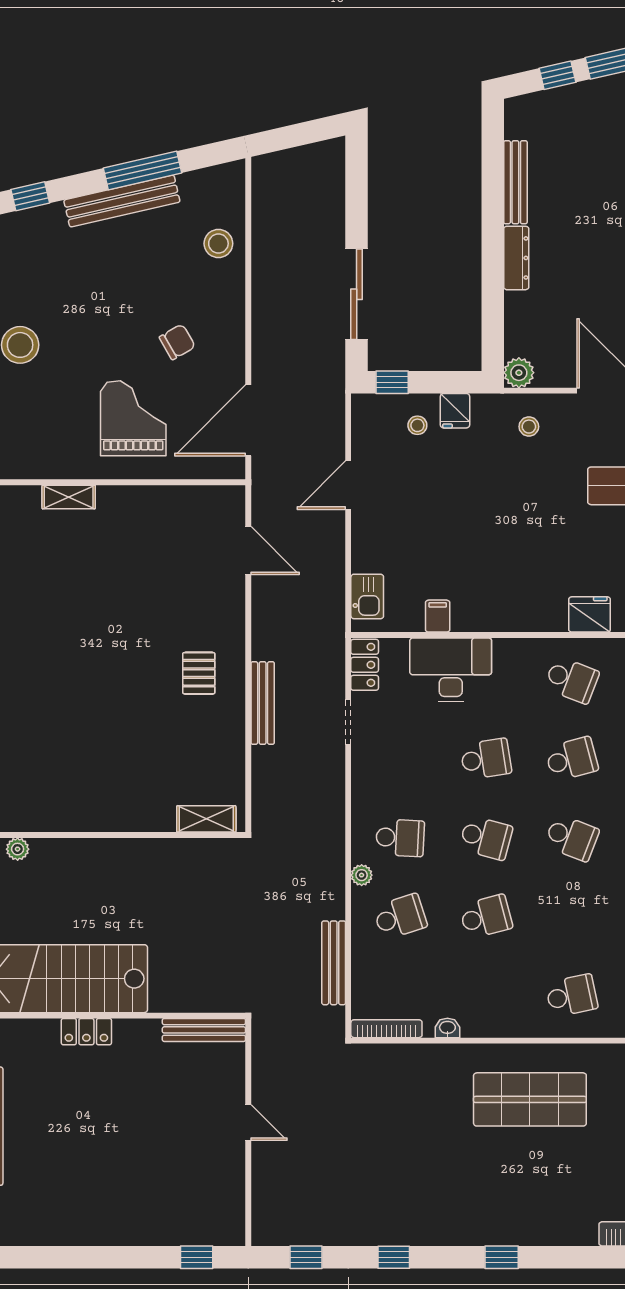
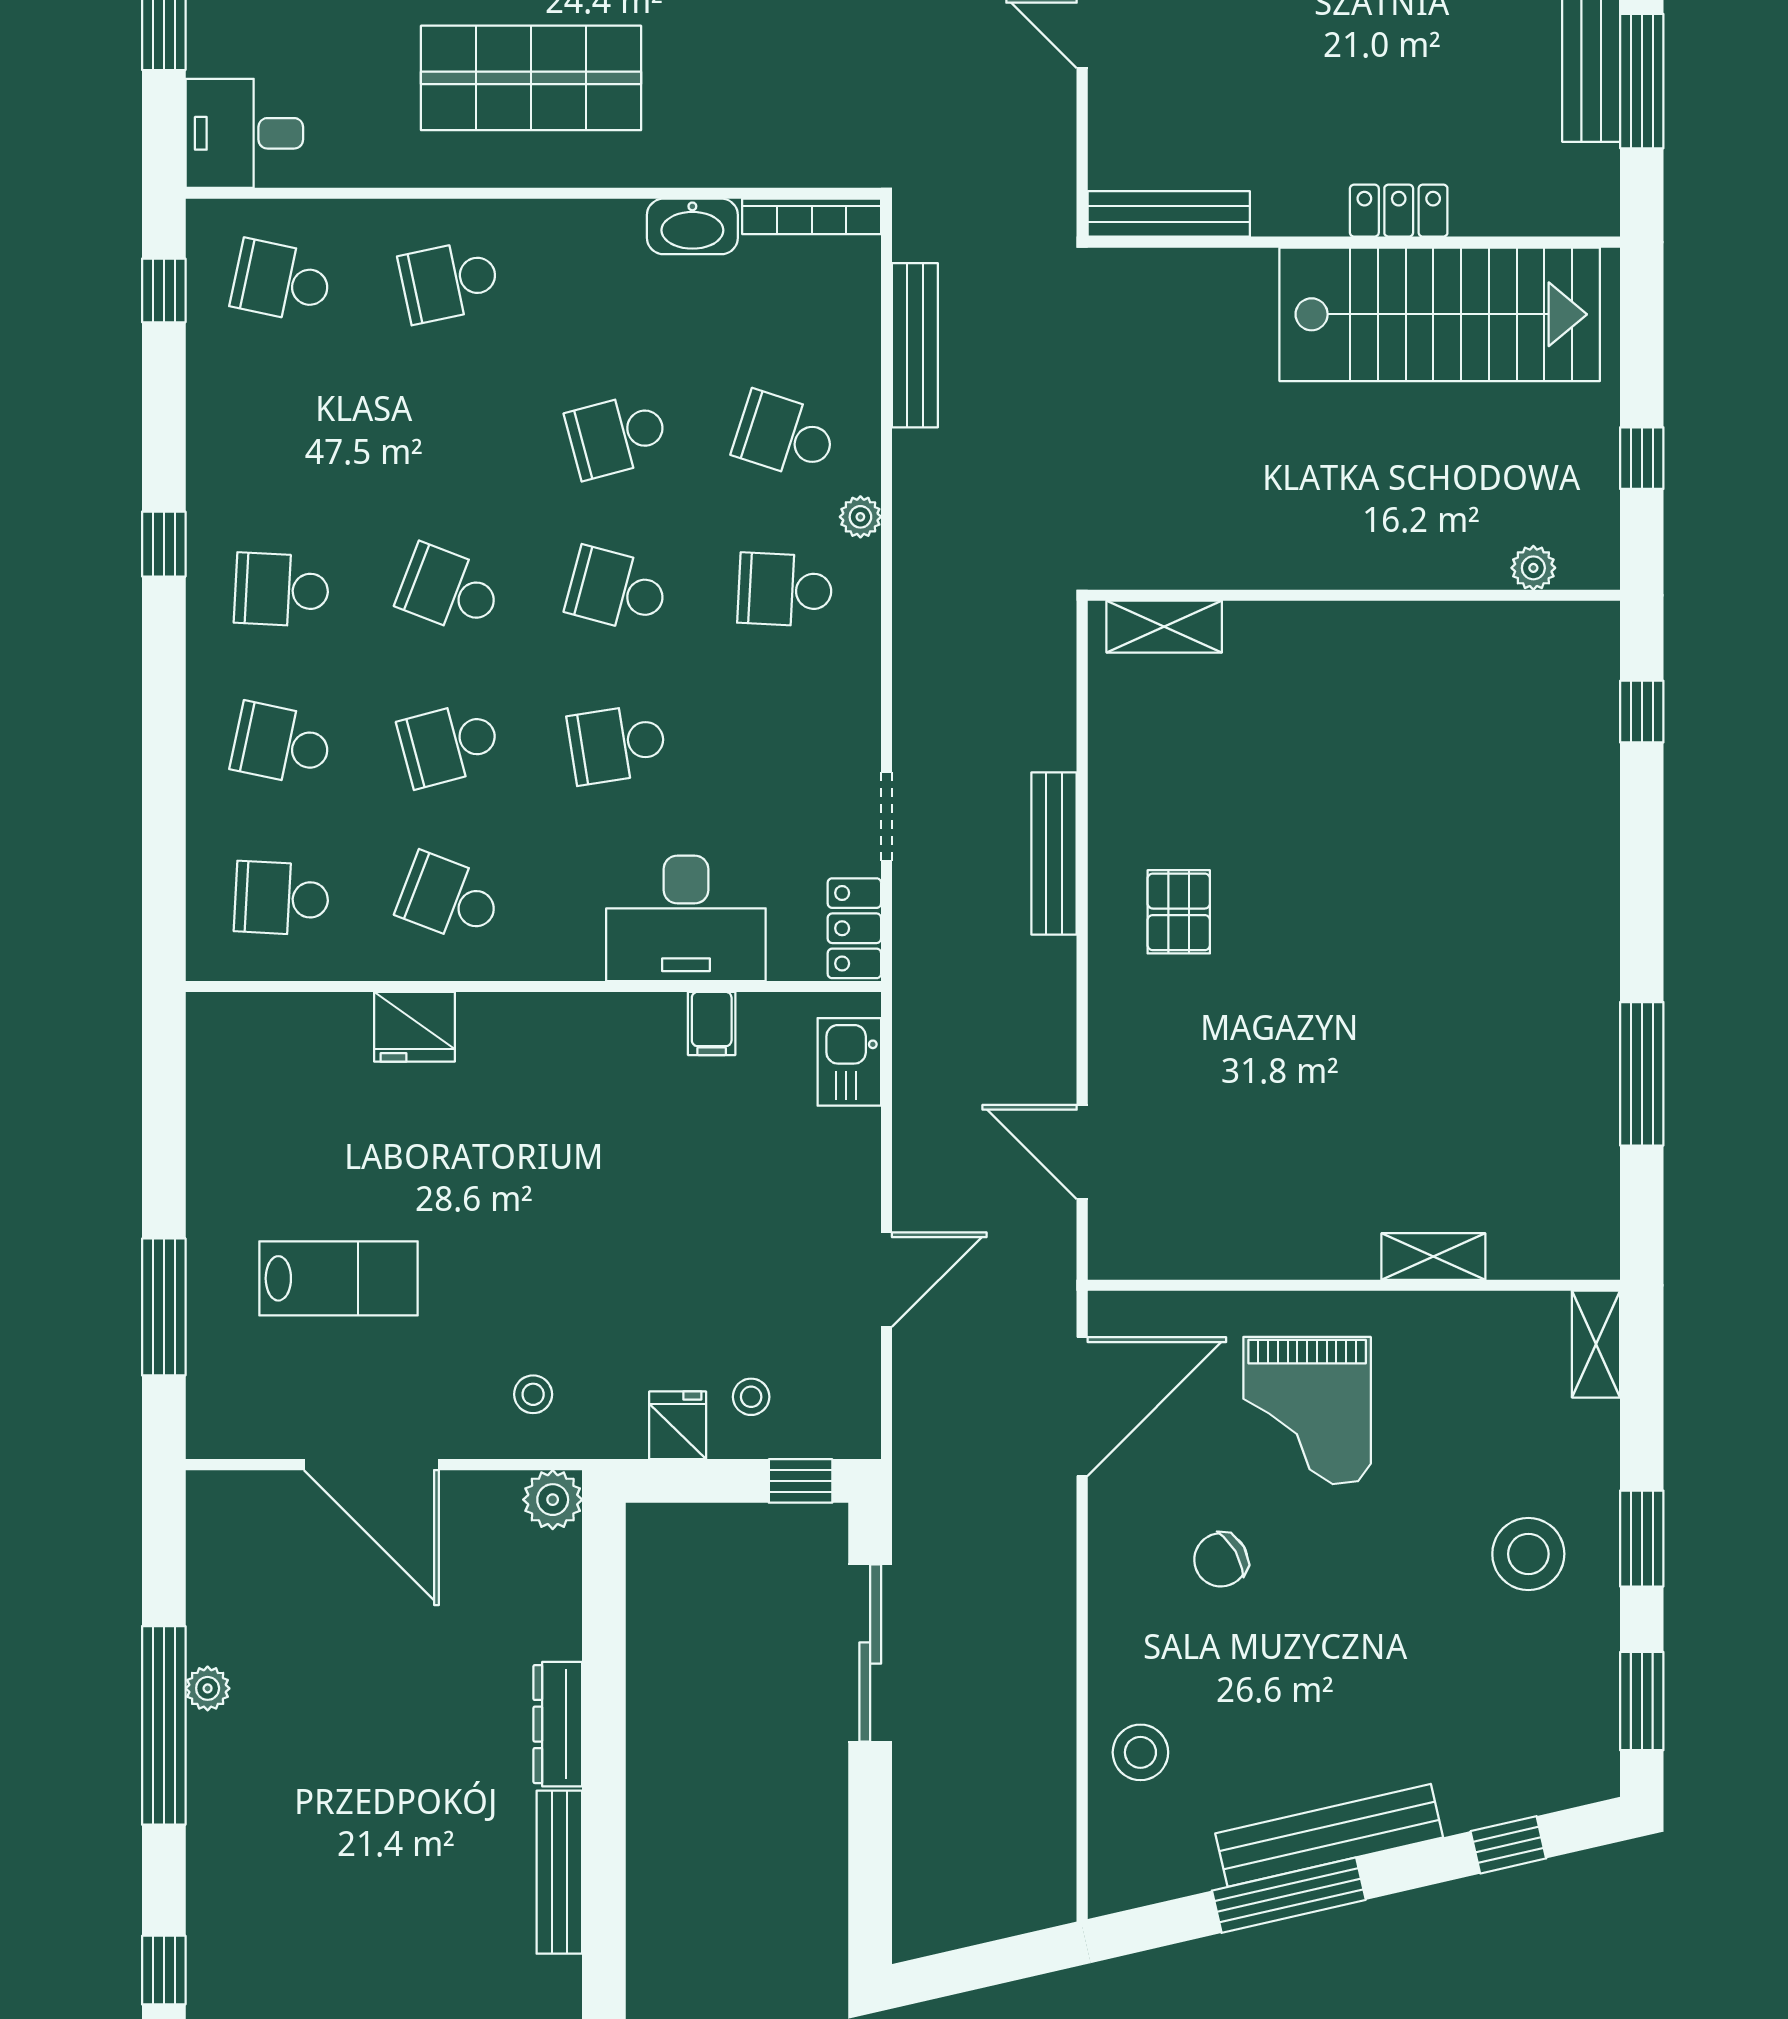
school desk: (400, 917) -> (785, 436), turned 36
washbasin: (447, 1028) -> (692, 226), width x1.91, depth x1.45

